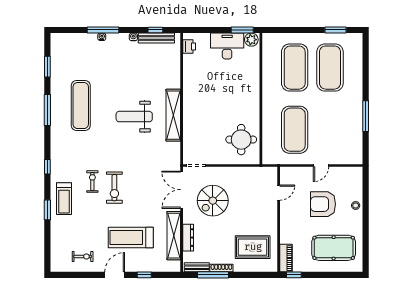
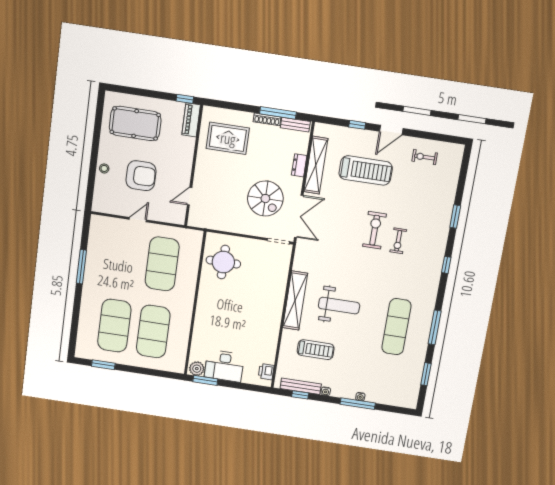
treadmill: (64, 199) -> (316, 350), moved, turned 90
spiral stairs: (213, 201) -> (265, 199), turned 90
dresser: (188, 238) -> (299, 165), width x0.70

